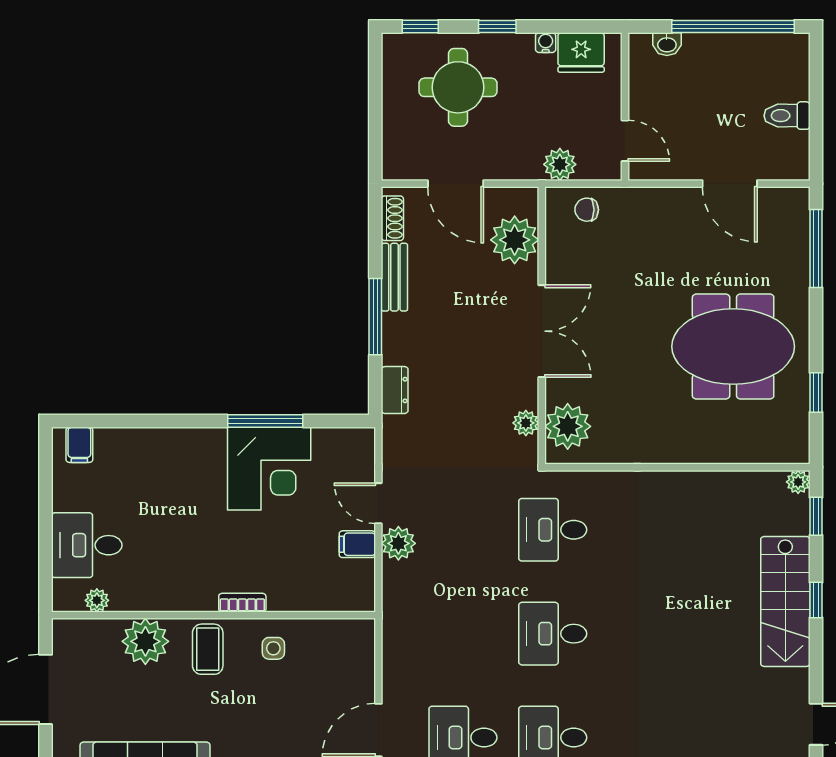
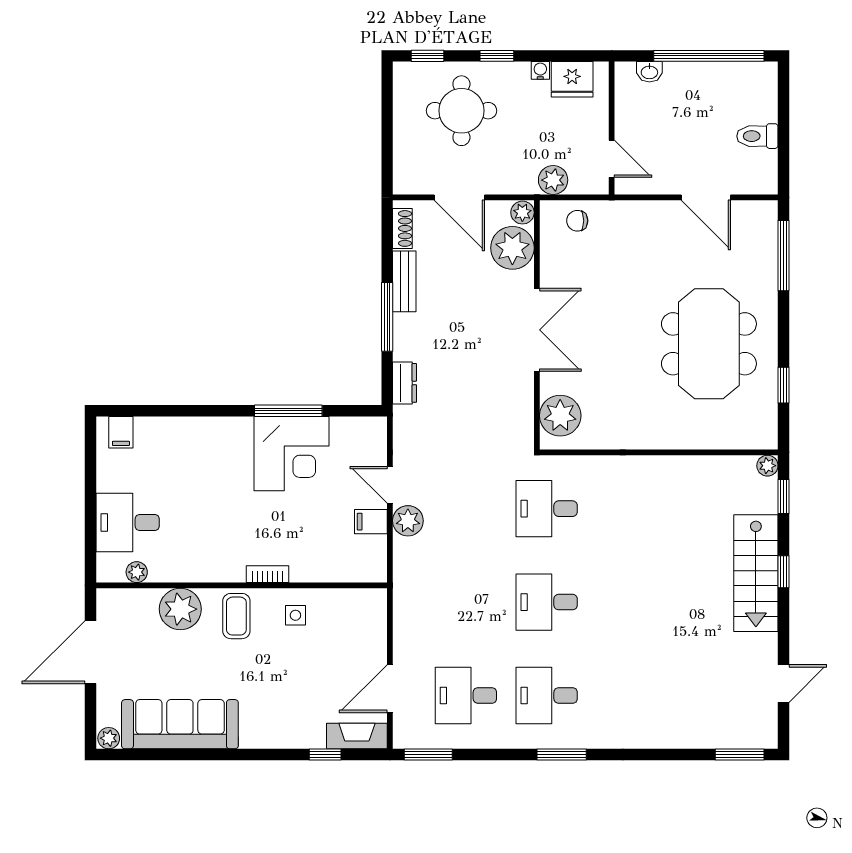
meeting table: (733, 347) -> (709, 344), turned 90
plant: (526, 423) -> (522, 213), moved

